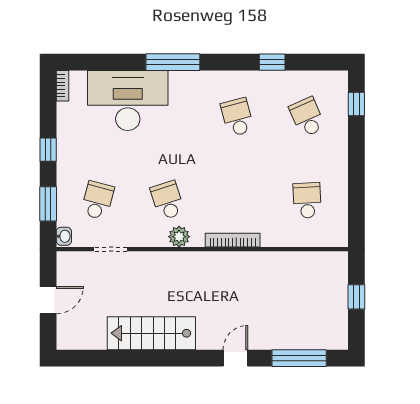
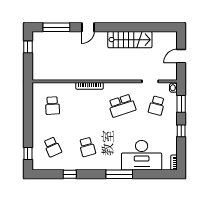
school desk: (167, 200) -> (122, 106), width x1.85
plant: (179, 237) -> (116, 88), removed
window: (356, 297) -> (28, 47), moved

